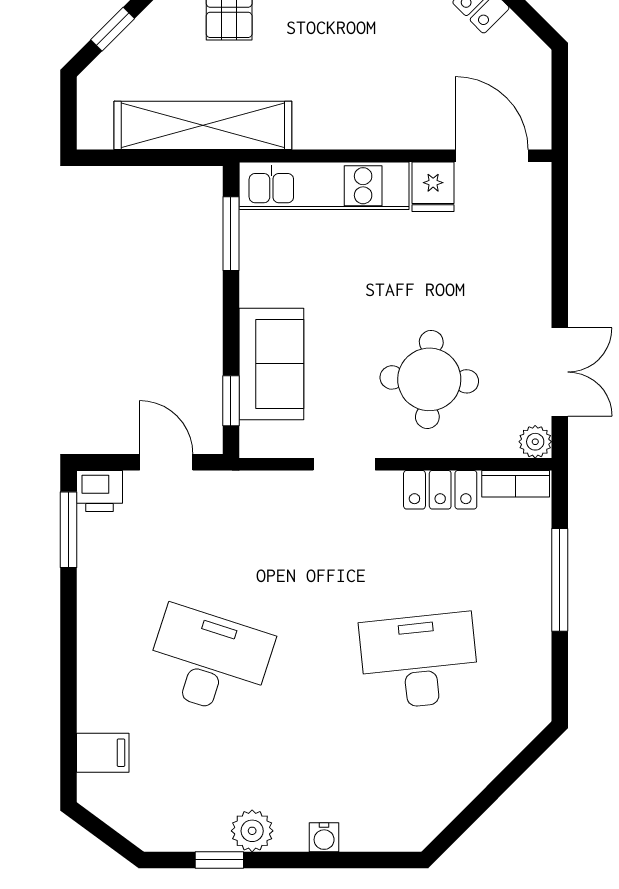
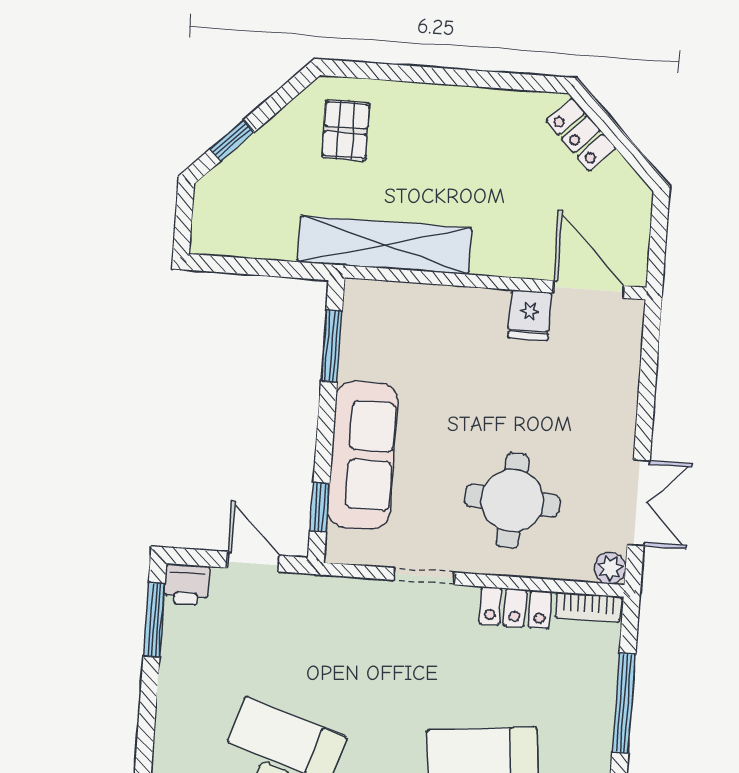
shelving: (203, 125) -> (385, 245), moved
kitchen unit: (324, 186) -> (425, 306), removed
sofa: (271, 364) -> (363, 455), width x1.36

